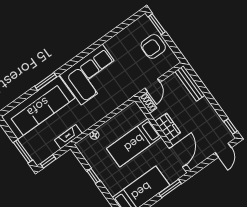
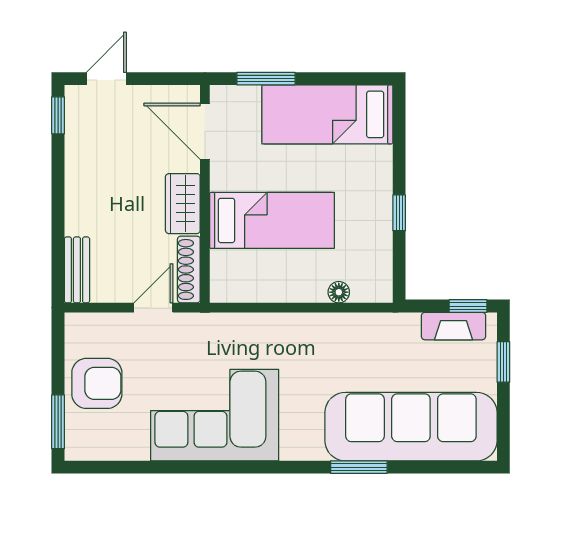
corner sofa: (92, 75) -> (215, 415), moved
bench: (190, 83) -> (77, 270), width x0.73
shoe rack: (147, 103) -> (189, 269), width x1.43
fireplace: (68, 137) -> (454, 326), moved
window: (23, 151) -> (503, 362), width x0.67
door: (178, 156) -> (205, 131), hinge flipped

